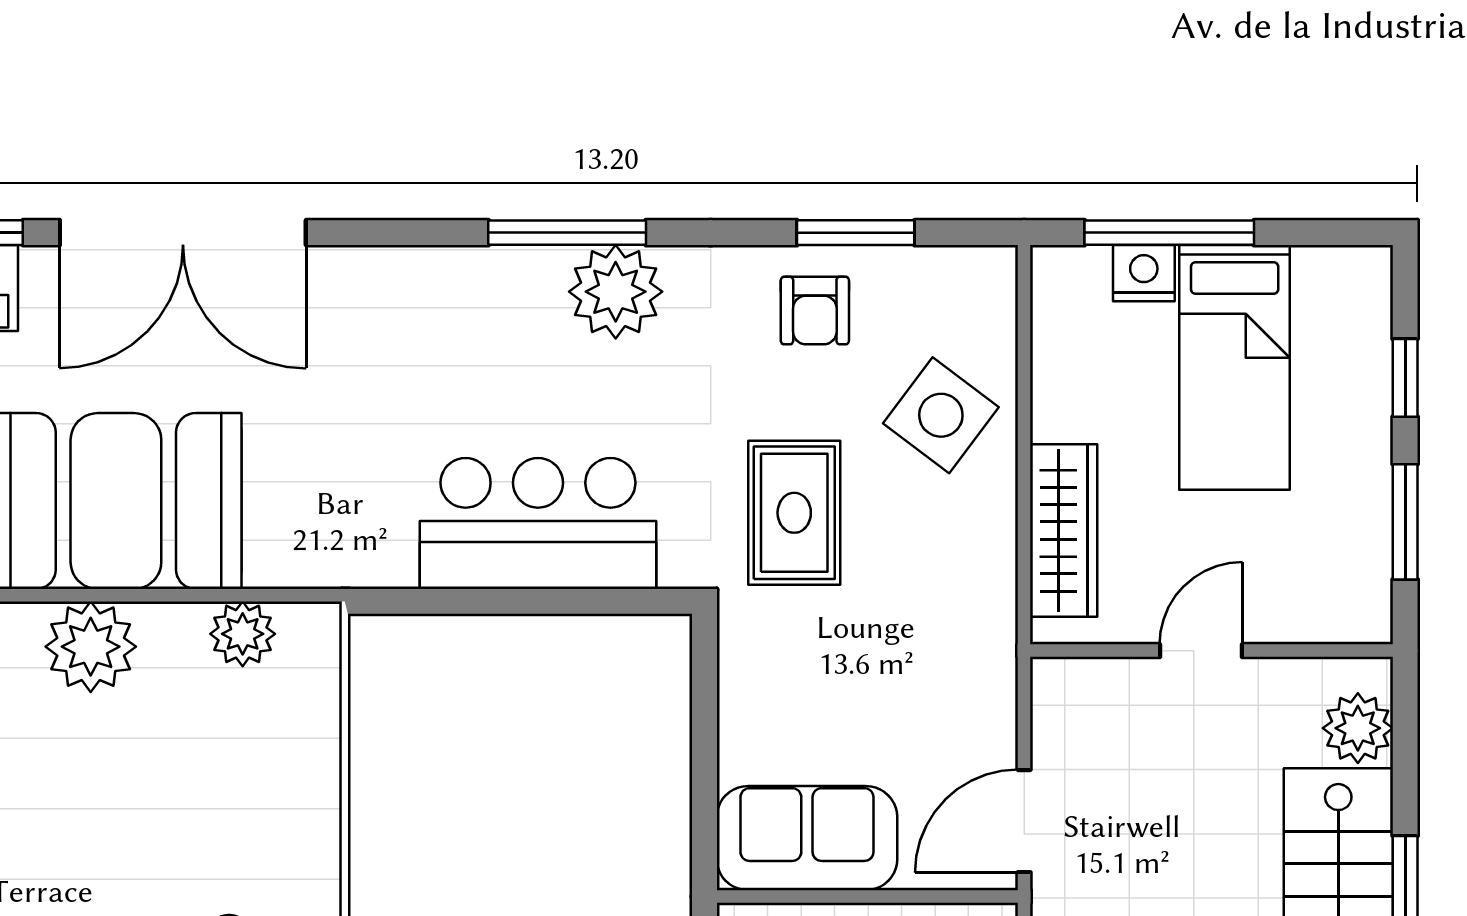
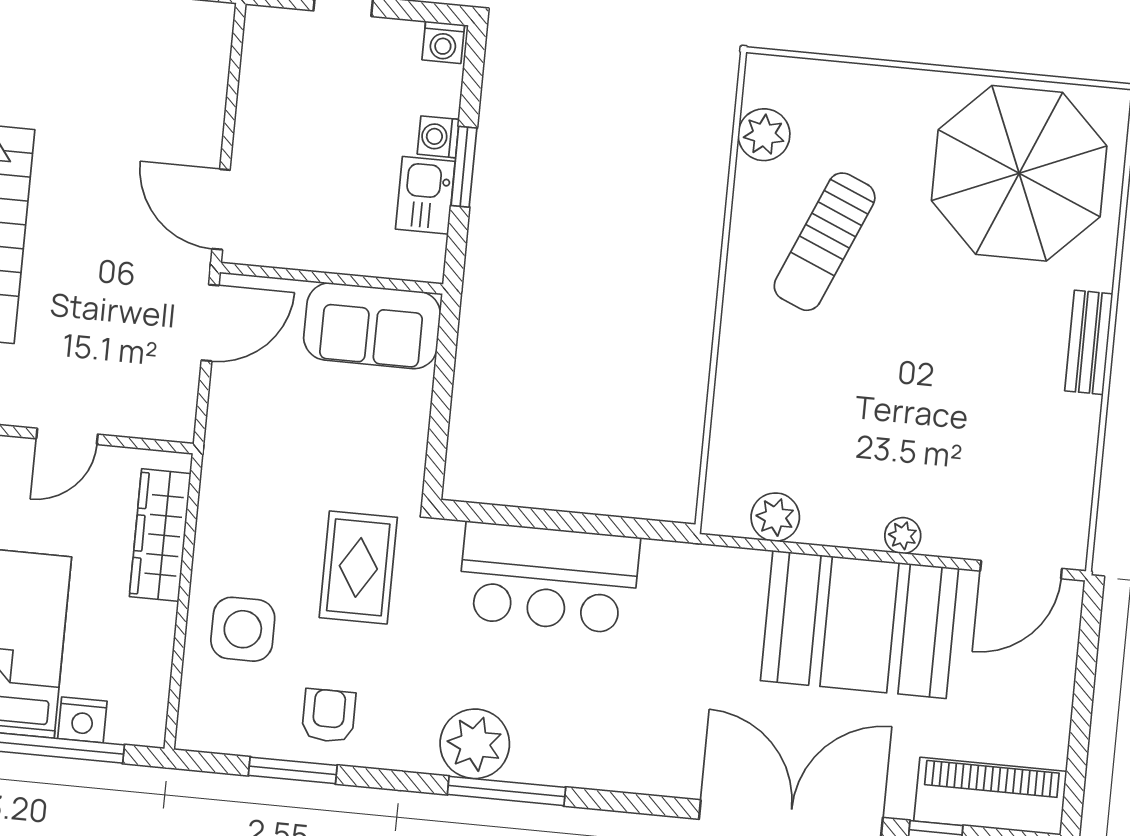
side table: (941, 415) -> (243, 629), turned -37
plant: (91, 647) -> (903, 536), width x0.53, depth x0.53

